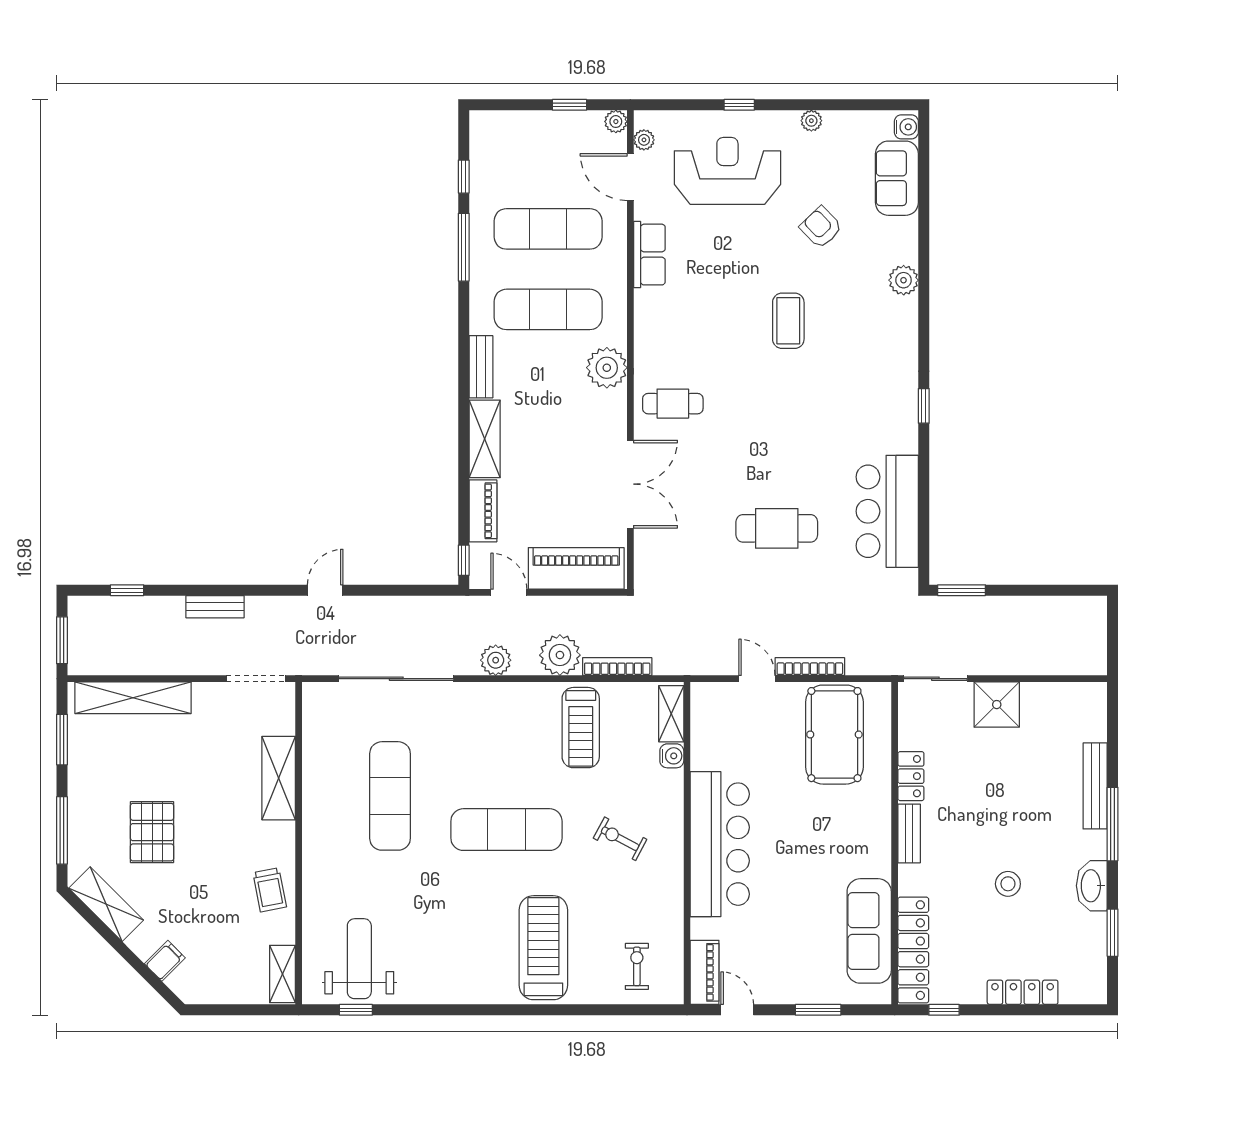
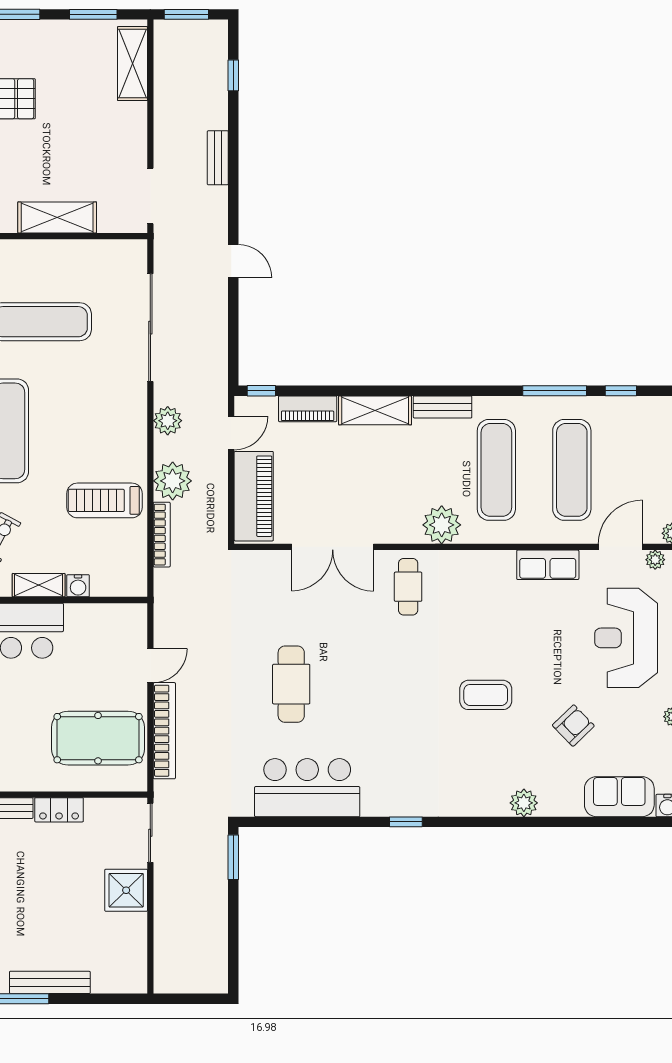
reception desk: (727, 171) -> (626, 638), turned 180
bookcase: (810, 667) -> (164, 731), width x1.48, depth x1.31
shelving: (133, 698) -> (132, 64), width x0.68
shelving: (671, 714) -> (39, 585), moved

